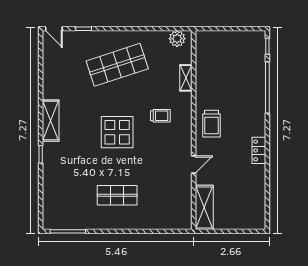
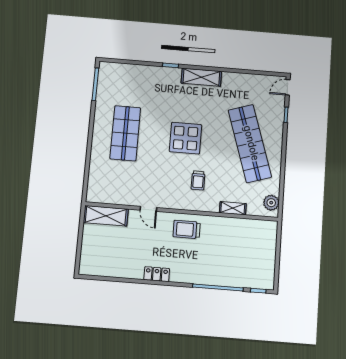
shop shelf: (117, 65) -> (250, 143), width x1.40
shop shelf: (117, 195) -> (125, 133), width x1.43, depth x1.36

